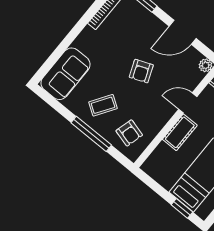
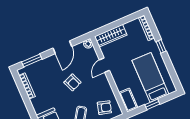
cot: (180, 132) -> (128, 100), moved
window: (182, 208) -> (152, 104), moved

